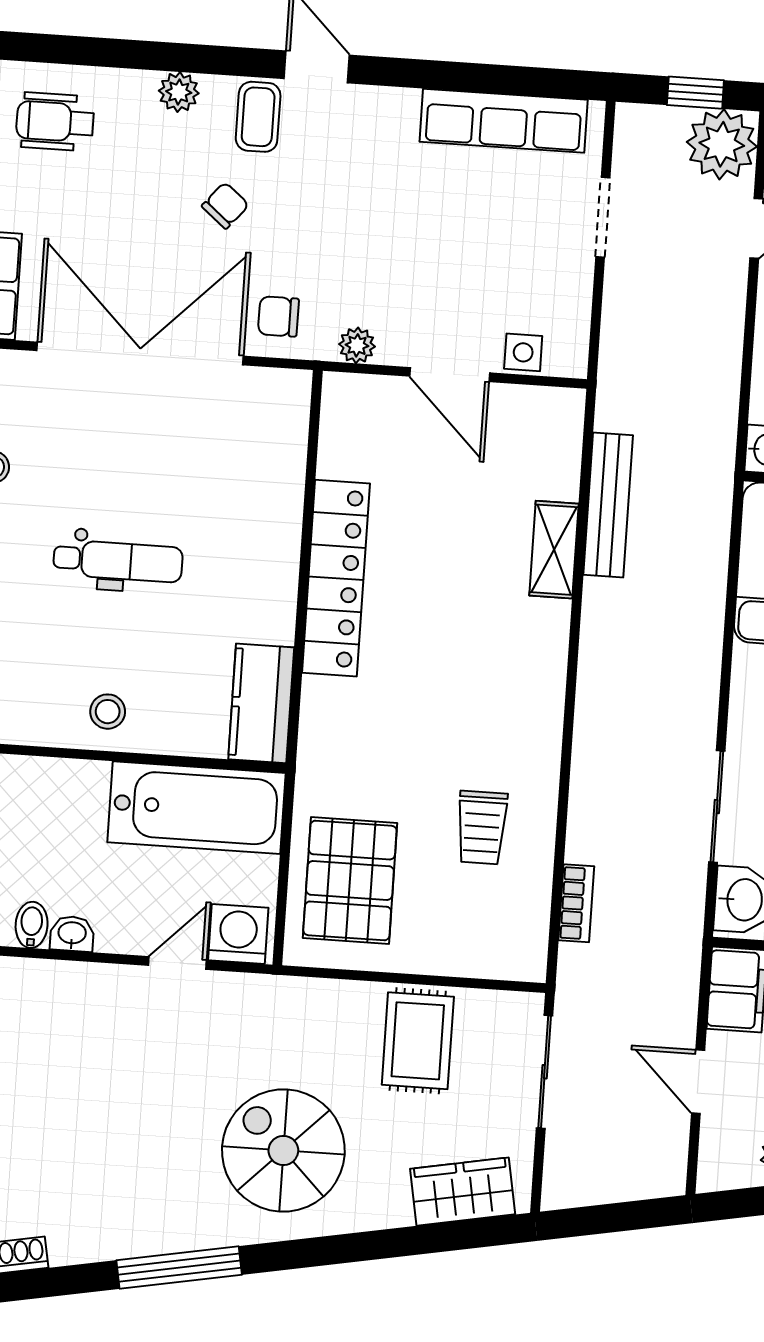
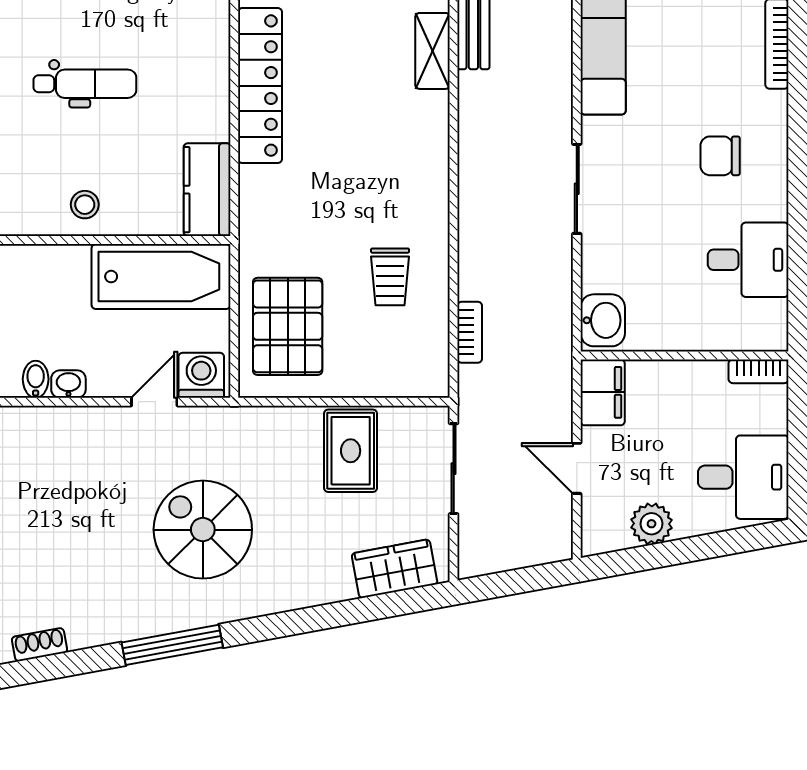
sliding door: (717, 807) -> (577, 189), moved
spiral stairs: (283, 1150) -> (203, 530), moved

